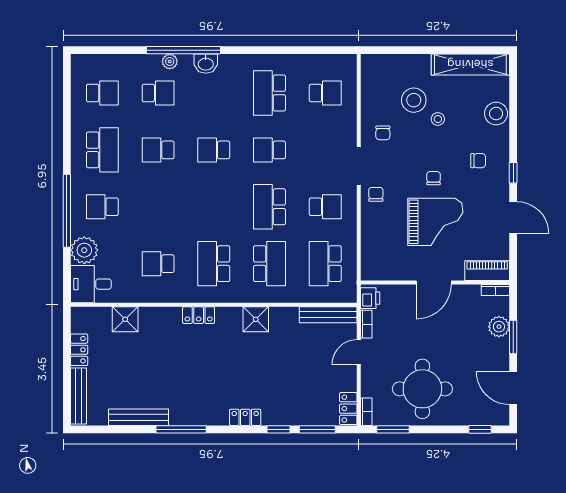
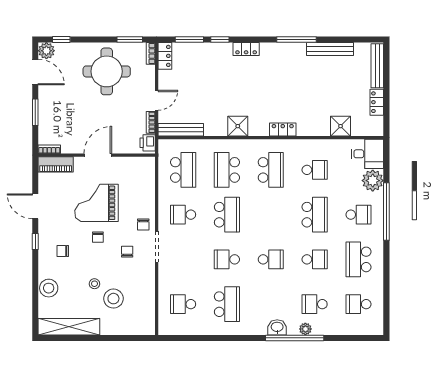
chair: (383, 133) -> (127, 252), moved
school desk: (270, 150) -> (227, 259), turned 180
school desk: (158, 207) -> (315, 215), added
plant: (499, 327) -> (46, 51), moved

